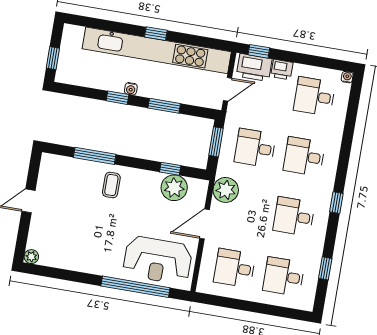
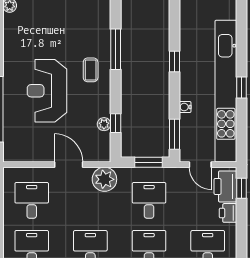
water cooler: (131, 89) -> (185, 107), moved
window: (164, 106) -> (174, 134), moved
coffee table: (111, 185) -> (91, 70), turned 90
plant: (174, 188) -> (104, 124), width x0.53, depth x0.53
reception desk: (158, 260) -> (47, 91), moved

